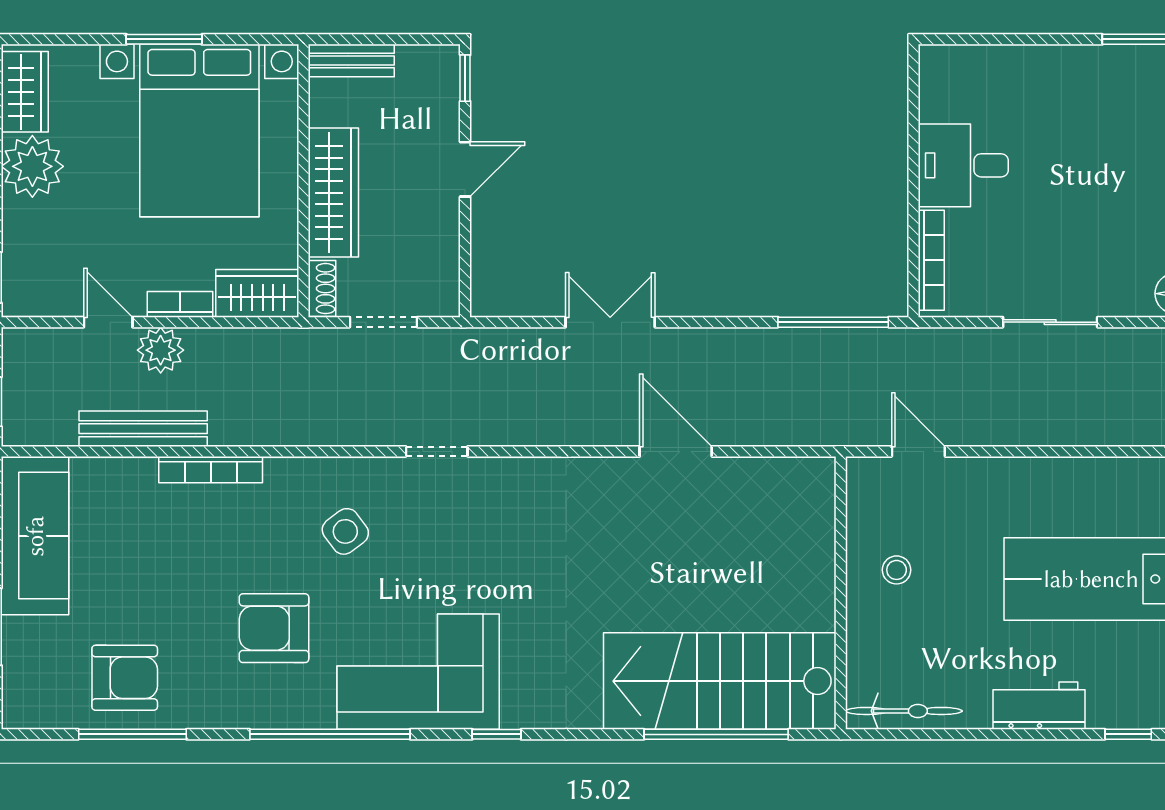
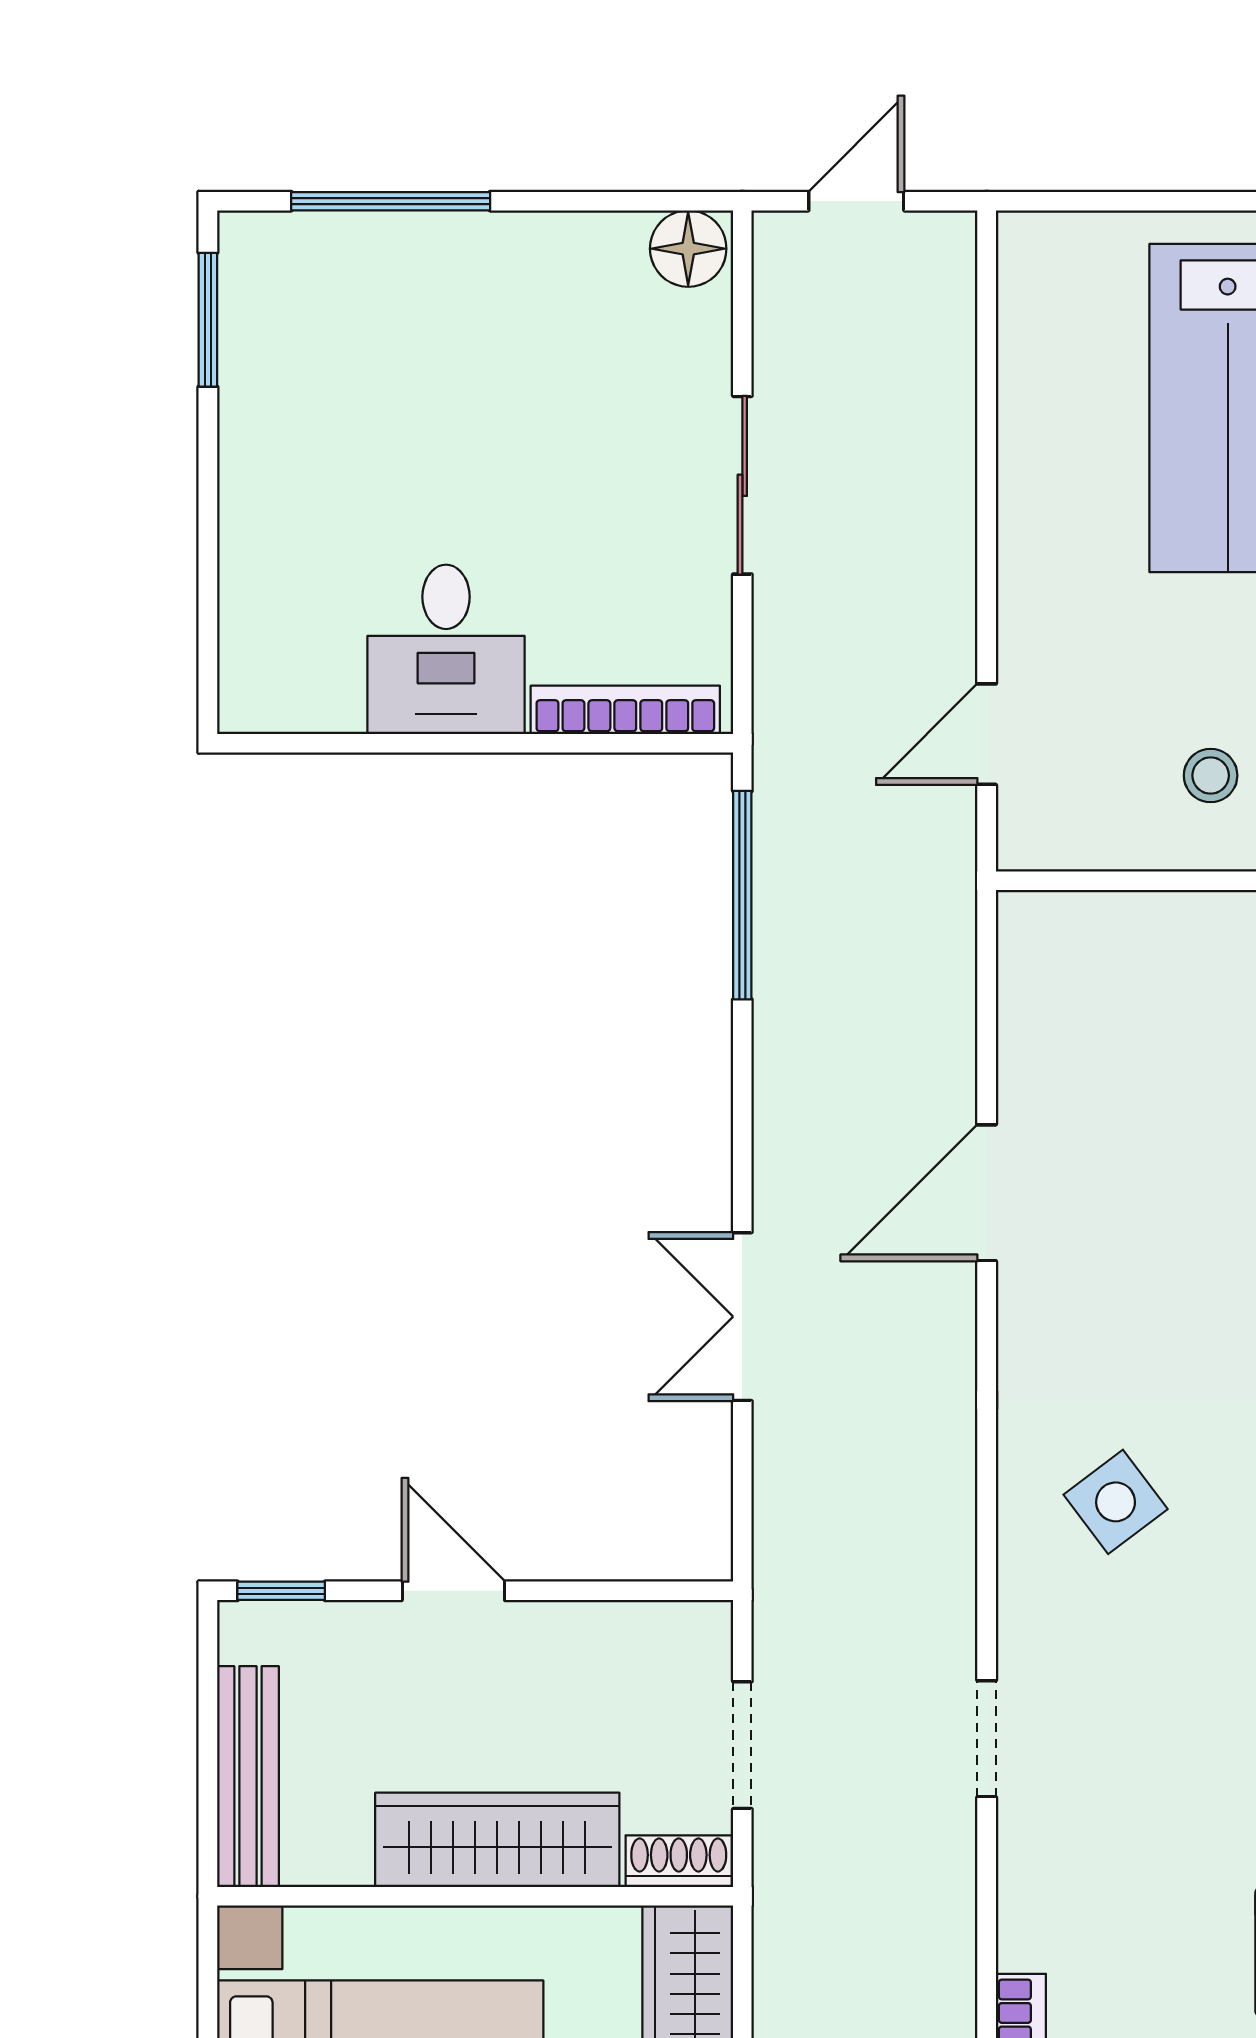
bench: (351, 61) -> (248, 1777), width x1.36
doorway: (437, 451) -> (987, 1739), moved
side table: (345, 531) -> (1116, 1502), moved

